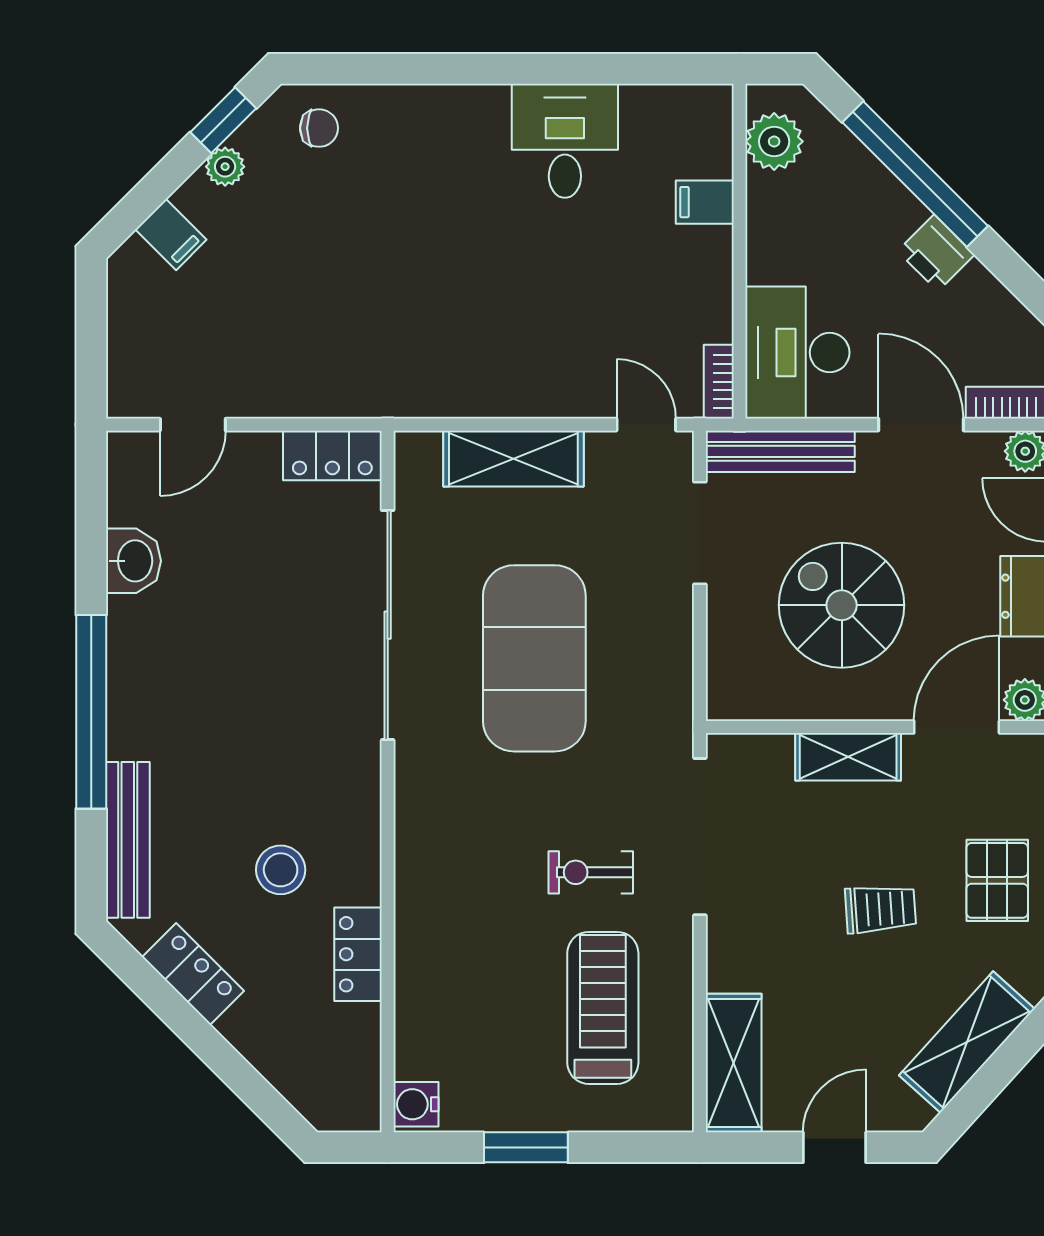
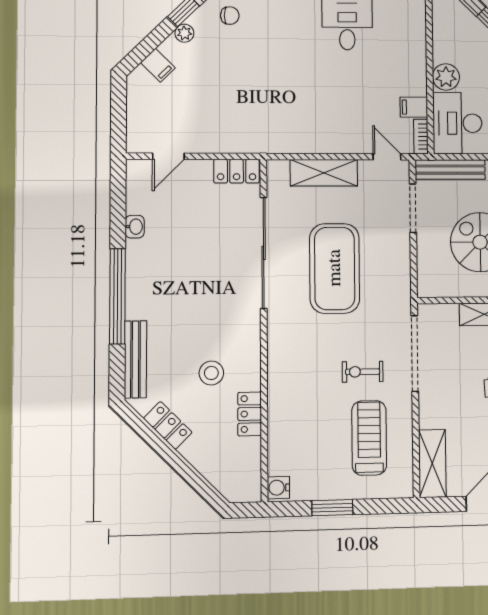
plant: (774, 141) -> (446, 77), moved
filing cabinet: (705, 202) -> (414, 107), moved
washbasin: (133, 561) -> (135, 227), width x0.72, depth x0.69

